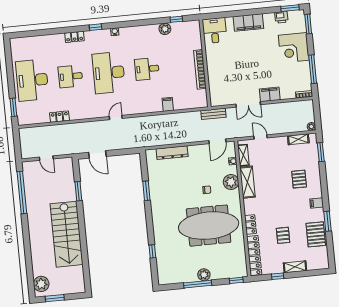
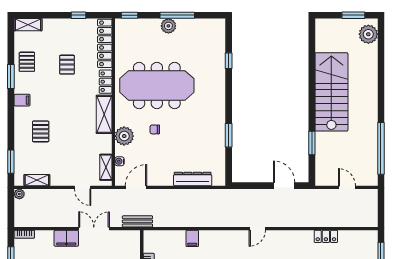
shelving: (247, 182) -> (104, 114), moved
pallet: (316, 234) -> (27, 62), width x0.67, depth x0.71
shelving: (295, 267) -> (28, 25), moved

